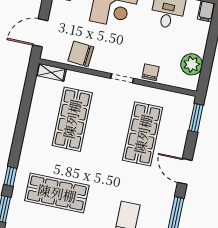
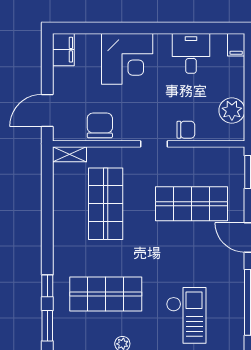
chair: (81, 54) -> (100, 125), turned 85
chair: (151, 72) -> (186, 130), turned 90
shop shelf: (143, 134) -> (192, 204), turned 90

